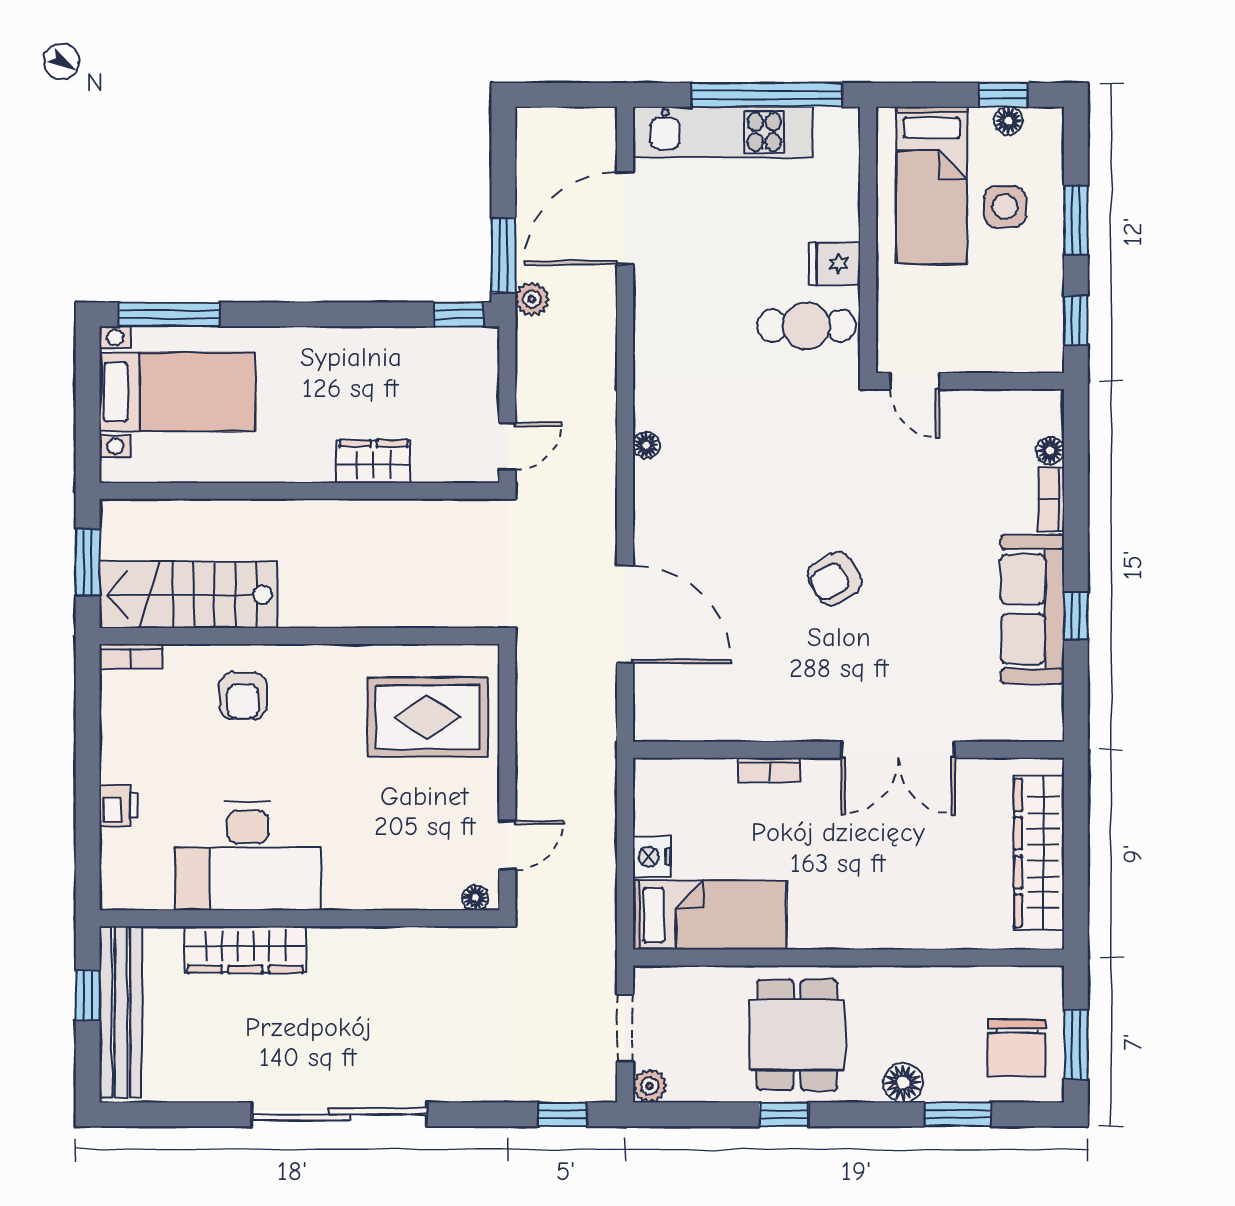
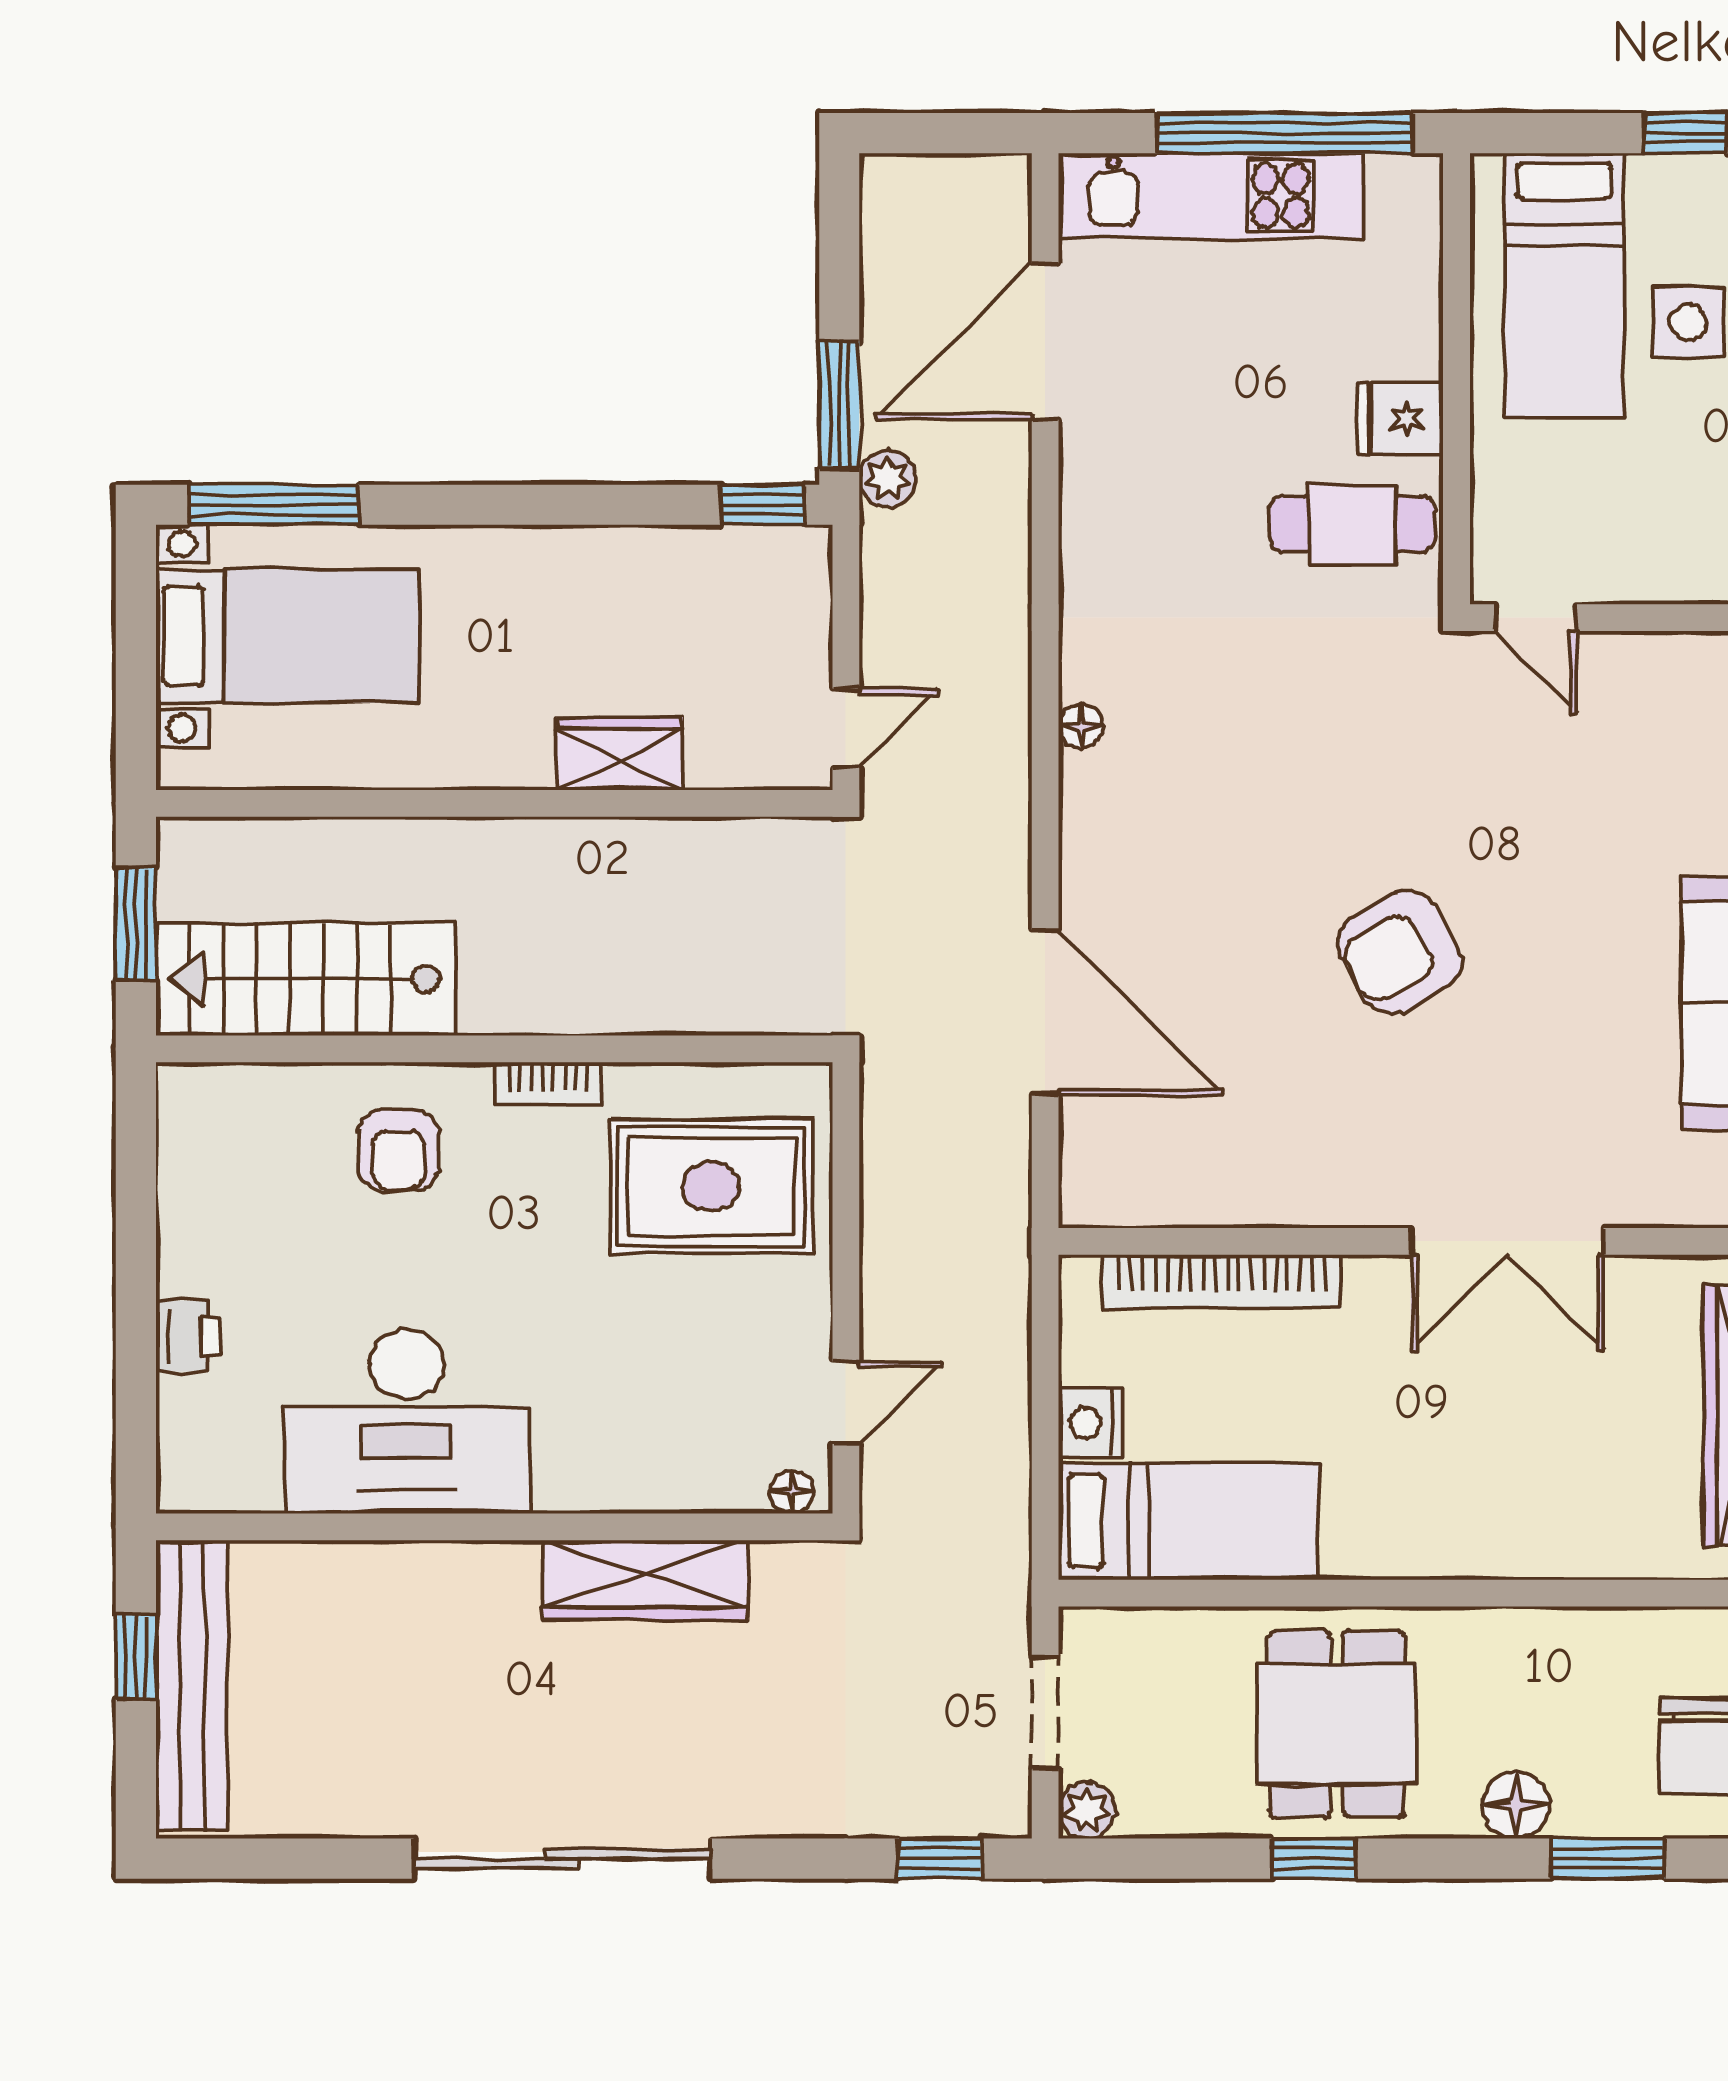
floor lamp: (1008, 121) -> (1694, 177), removed
armchair: (834, 579) -> (1400, 952), width x1.38, depth x1.38
bookcase: (131, 656) -> (548, 1083), moved
bookcase: (769, 770) -> (1222, 1282), width x2.31, depth x1.31
wardrobe: (245, 950) -> (646, 1580), moved

